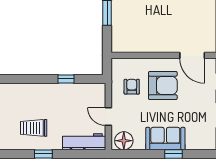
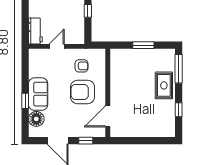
armchair: (163, 85) -> (83, 92), turned 90
floor lamp: (124, 141) -> (36, 119), moved
workbench: (84, 142) -> (35, 31), width x0.73

